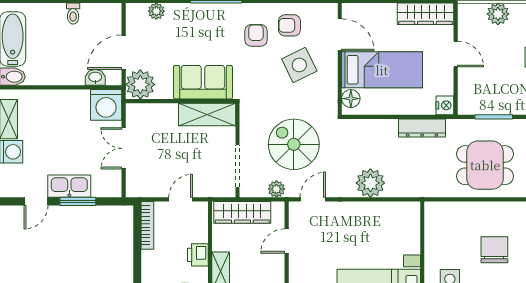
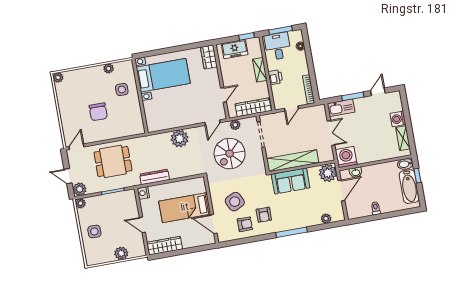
floor lamp: (351, 99) -> (200, 187), removed
shelving: (207, 115) -> (293, 161), width x1.47
spiral stairs: (294, 144) -> (230, 154), turned 90
kitchen sink: (69, 186) -> (341, 108), moved

